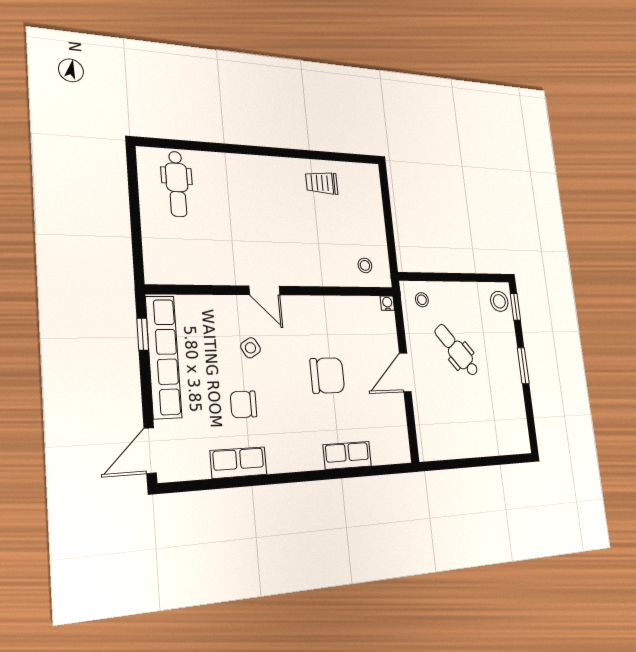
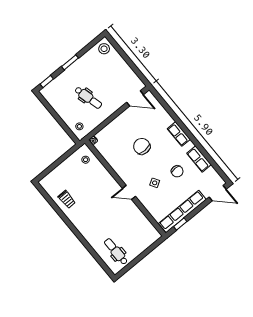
dental chair: (177, 184) -> (116, 252), turned -90
door: (264, 290) -> (129, 192), swing flipped
stool: (499, 301) -> (104, 49), moved
dental chair: (457, 350) -> (88, 98), turned -65
door: (405, 372) -> (135, 98), moved
row of seats: (347, 455) -> (179, 134), moved

